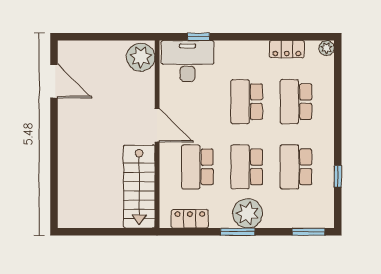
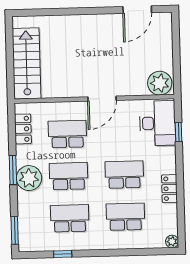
locker: (287, 49) -> (170, 189), moved
stairs: (139, 186) -> (27, 63), moved, turned 90

